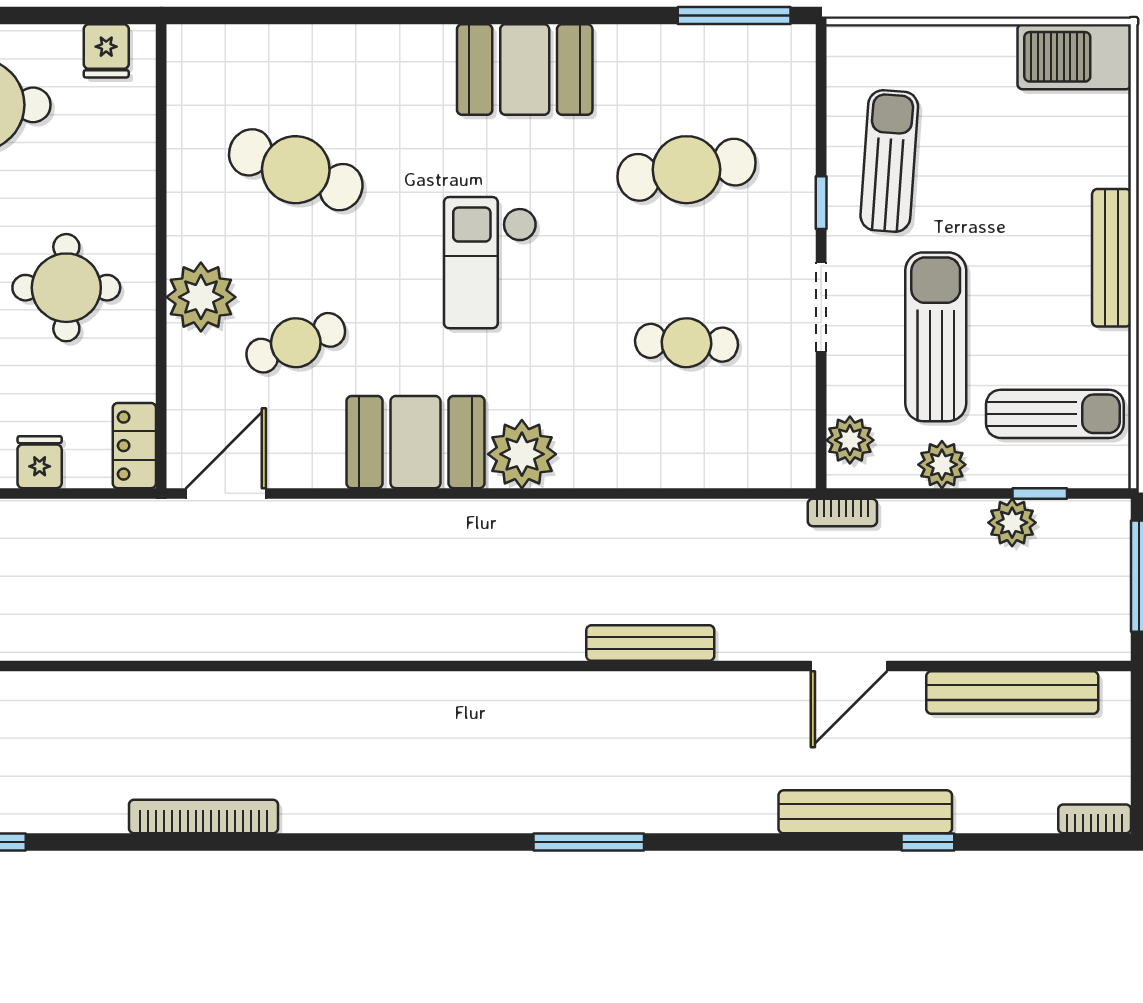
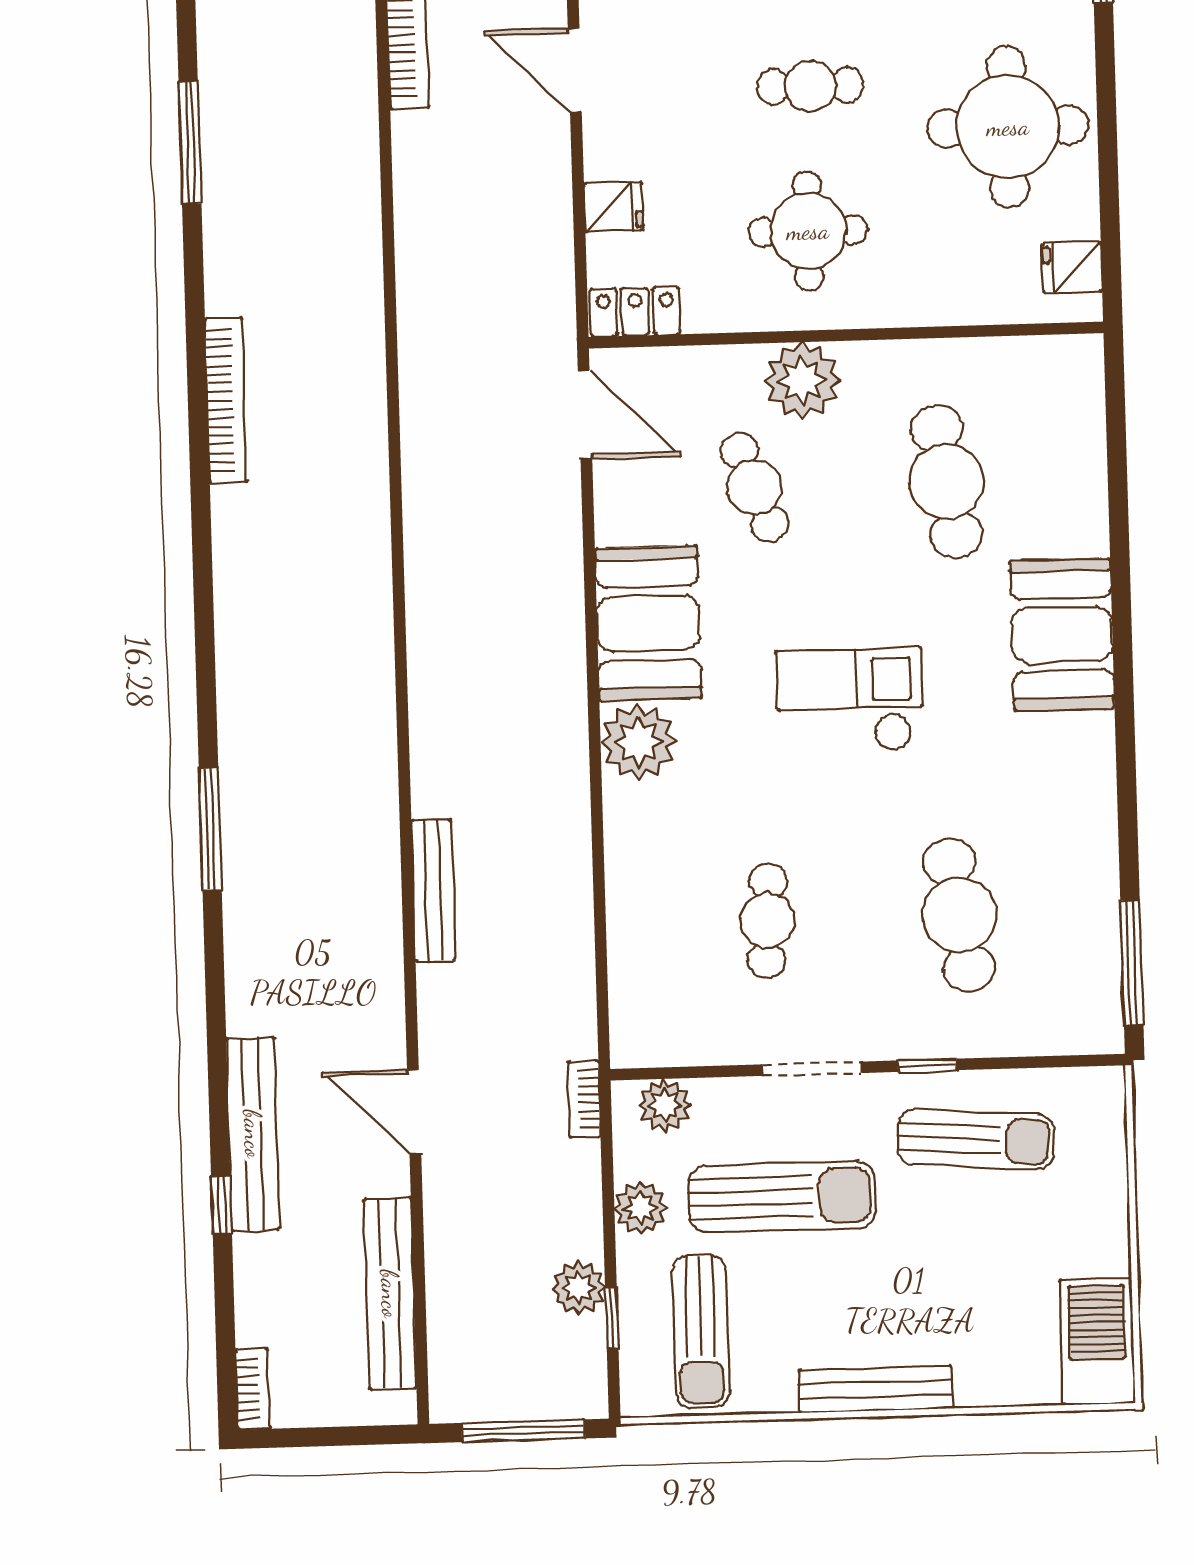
booth: (525, 70) -> (1062, 635), moved
cafe table: (296, 170) -> (946, 482), turned -30

